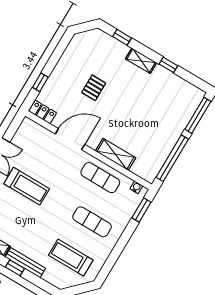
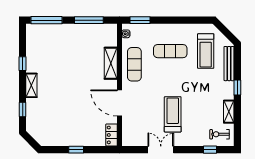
window: (40, 82) -> (76, 150), moved
pallet: (94, 88) -> (72, 108), removed
window: (172, 158) -> (89, 20), width x0.68
exercise mat: (92, 222) -> (170, 51), turned 90
bench: (25, 263) -> (229, 64), moved

